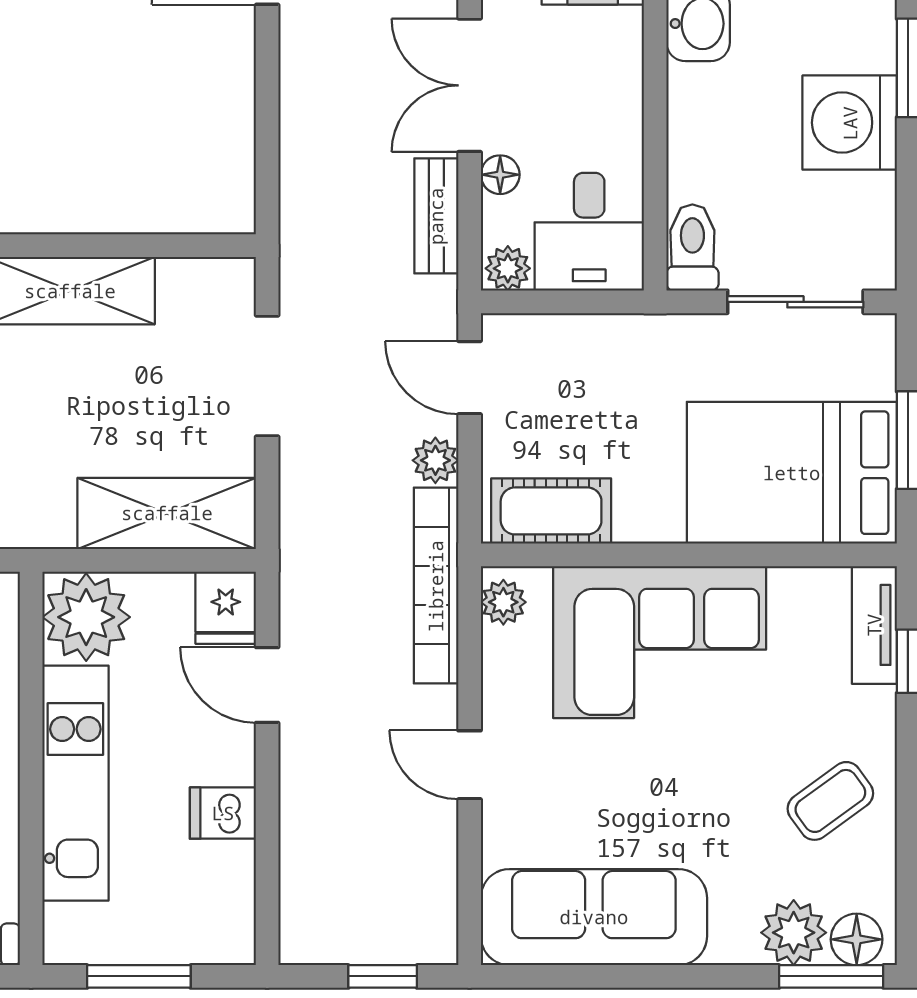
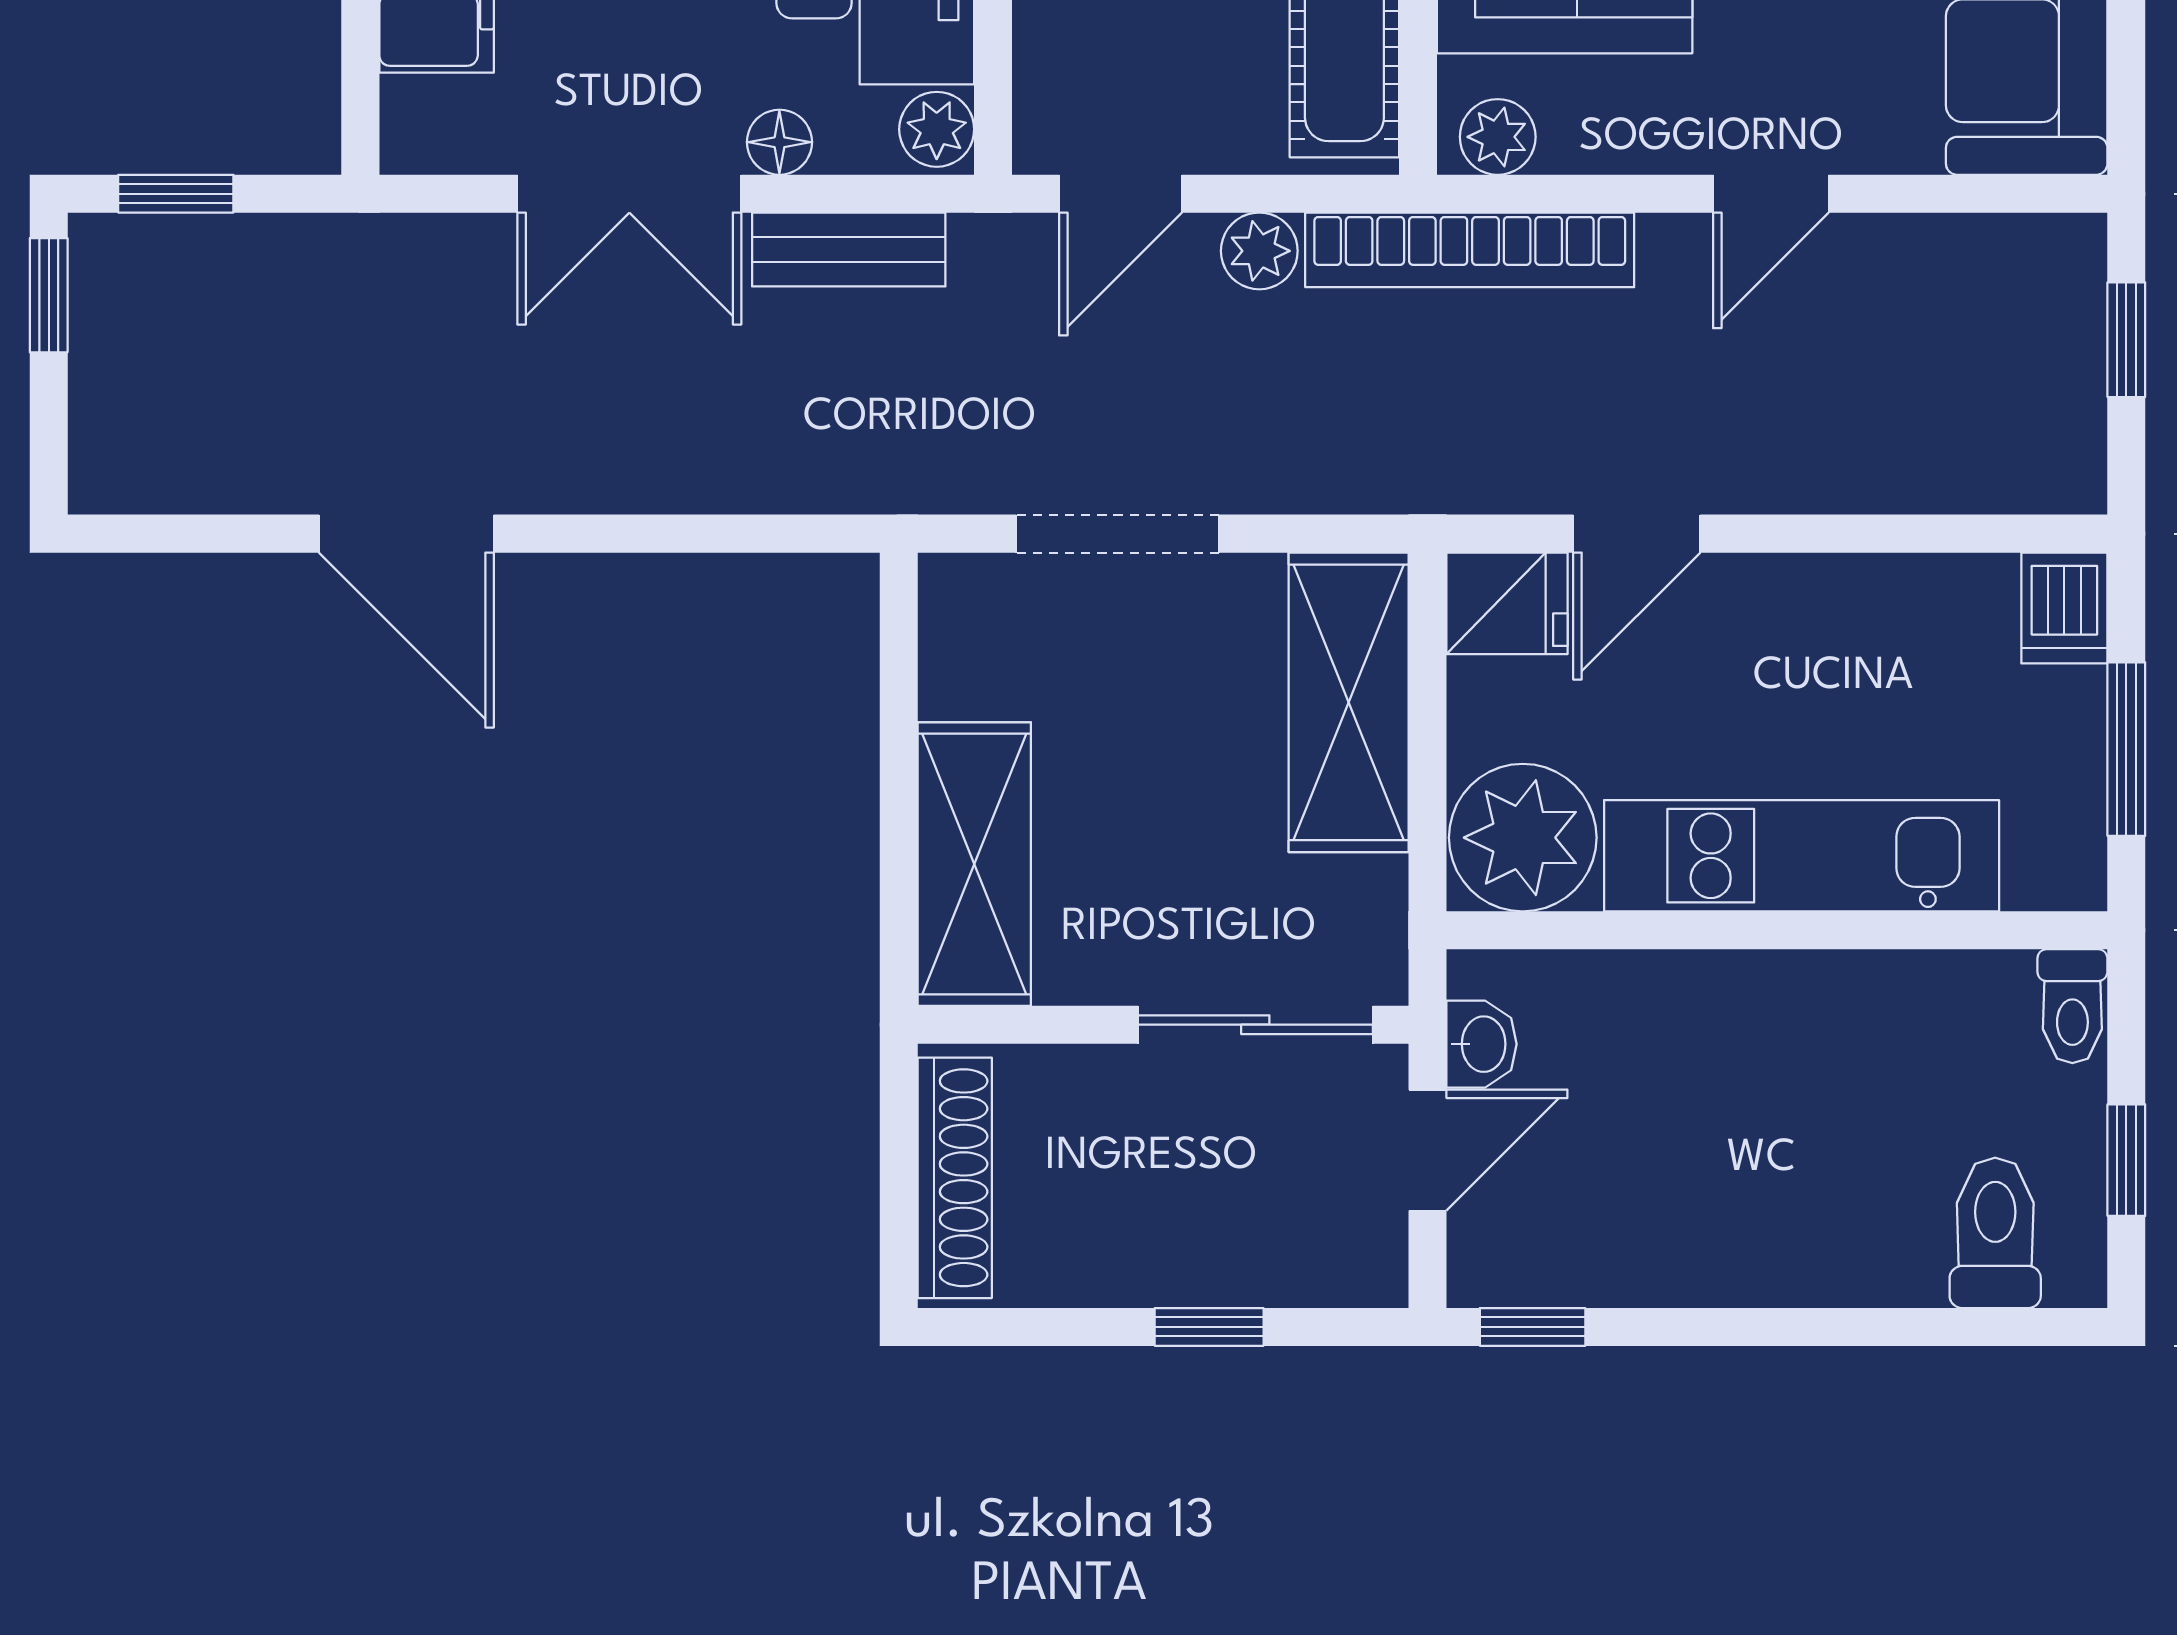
dishwasher: (223, 813) -> (2064, 608), moved

